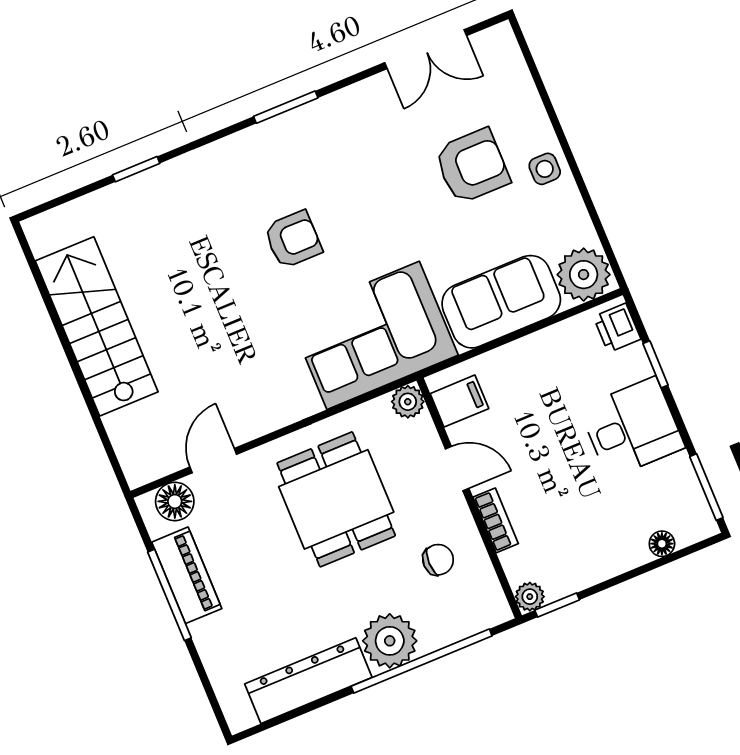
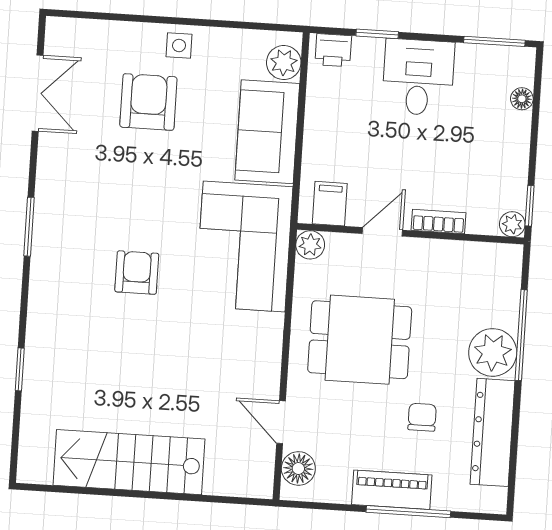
plant: (584, 275) -> (284, 63), width x0.73, depth x0.73
chair: (438, 560) -> (422, 417), moved
piano: (187, 575) -> (392, 490), moved
window: (169, 595) -> (408, 512), moved
window: (422, 661) -> (521, 335), width x0.68

